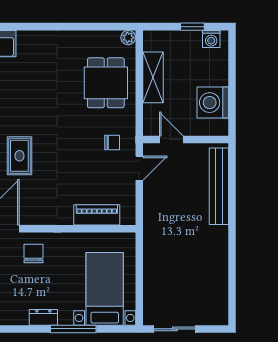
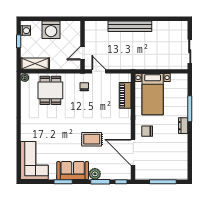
shelving: (153, 77) -> (35, 64), moved
dining table: (106, 83) -> (50, 90), turned 90
washing machine: (213, 103) -> (51, 30), moved
bench: (219, 186) -> (130, 26), moved
bed with nightstands: (105, 289) -> (153, 94), moved, turned -90

